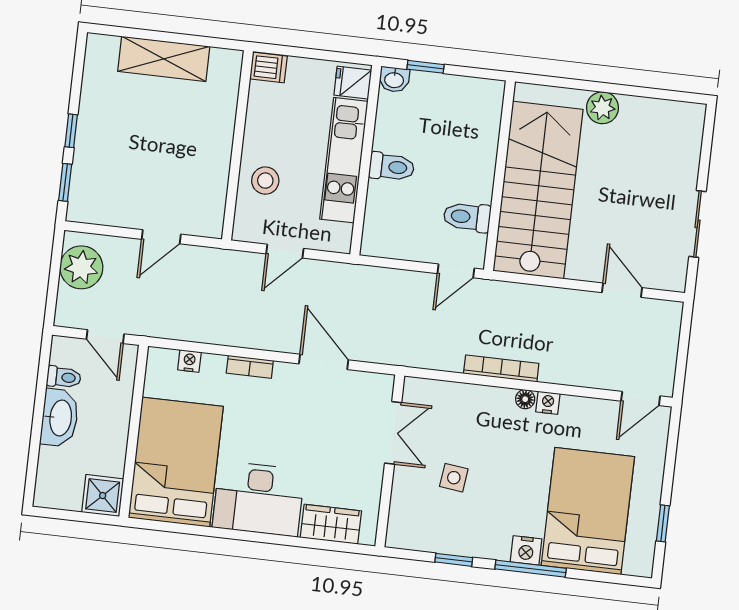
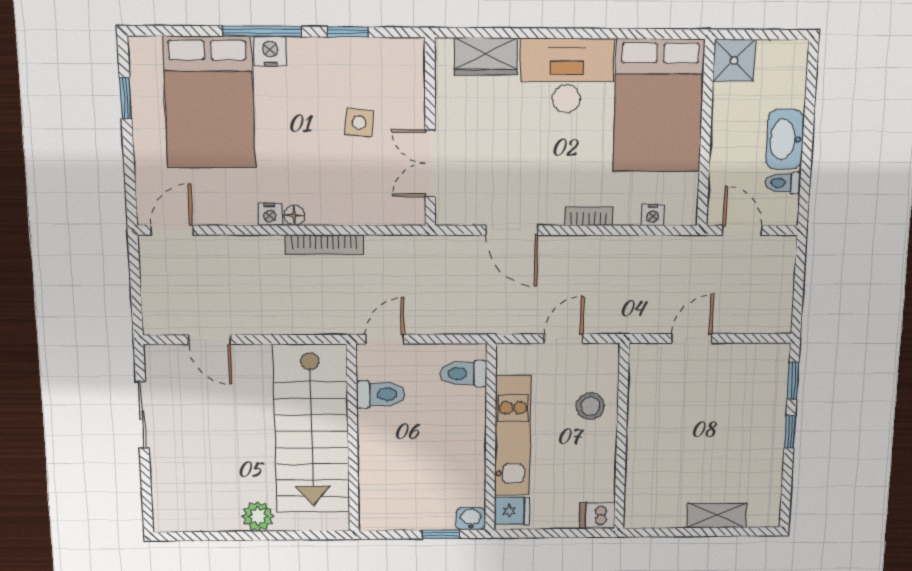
shelving: (164, 59) -> (717, 515), width x0.67, depth x0.75
toilet: (392, 167) -> (464, 373), moved
plant: (81, 267) -> (771, 298), removed

